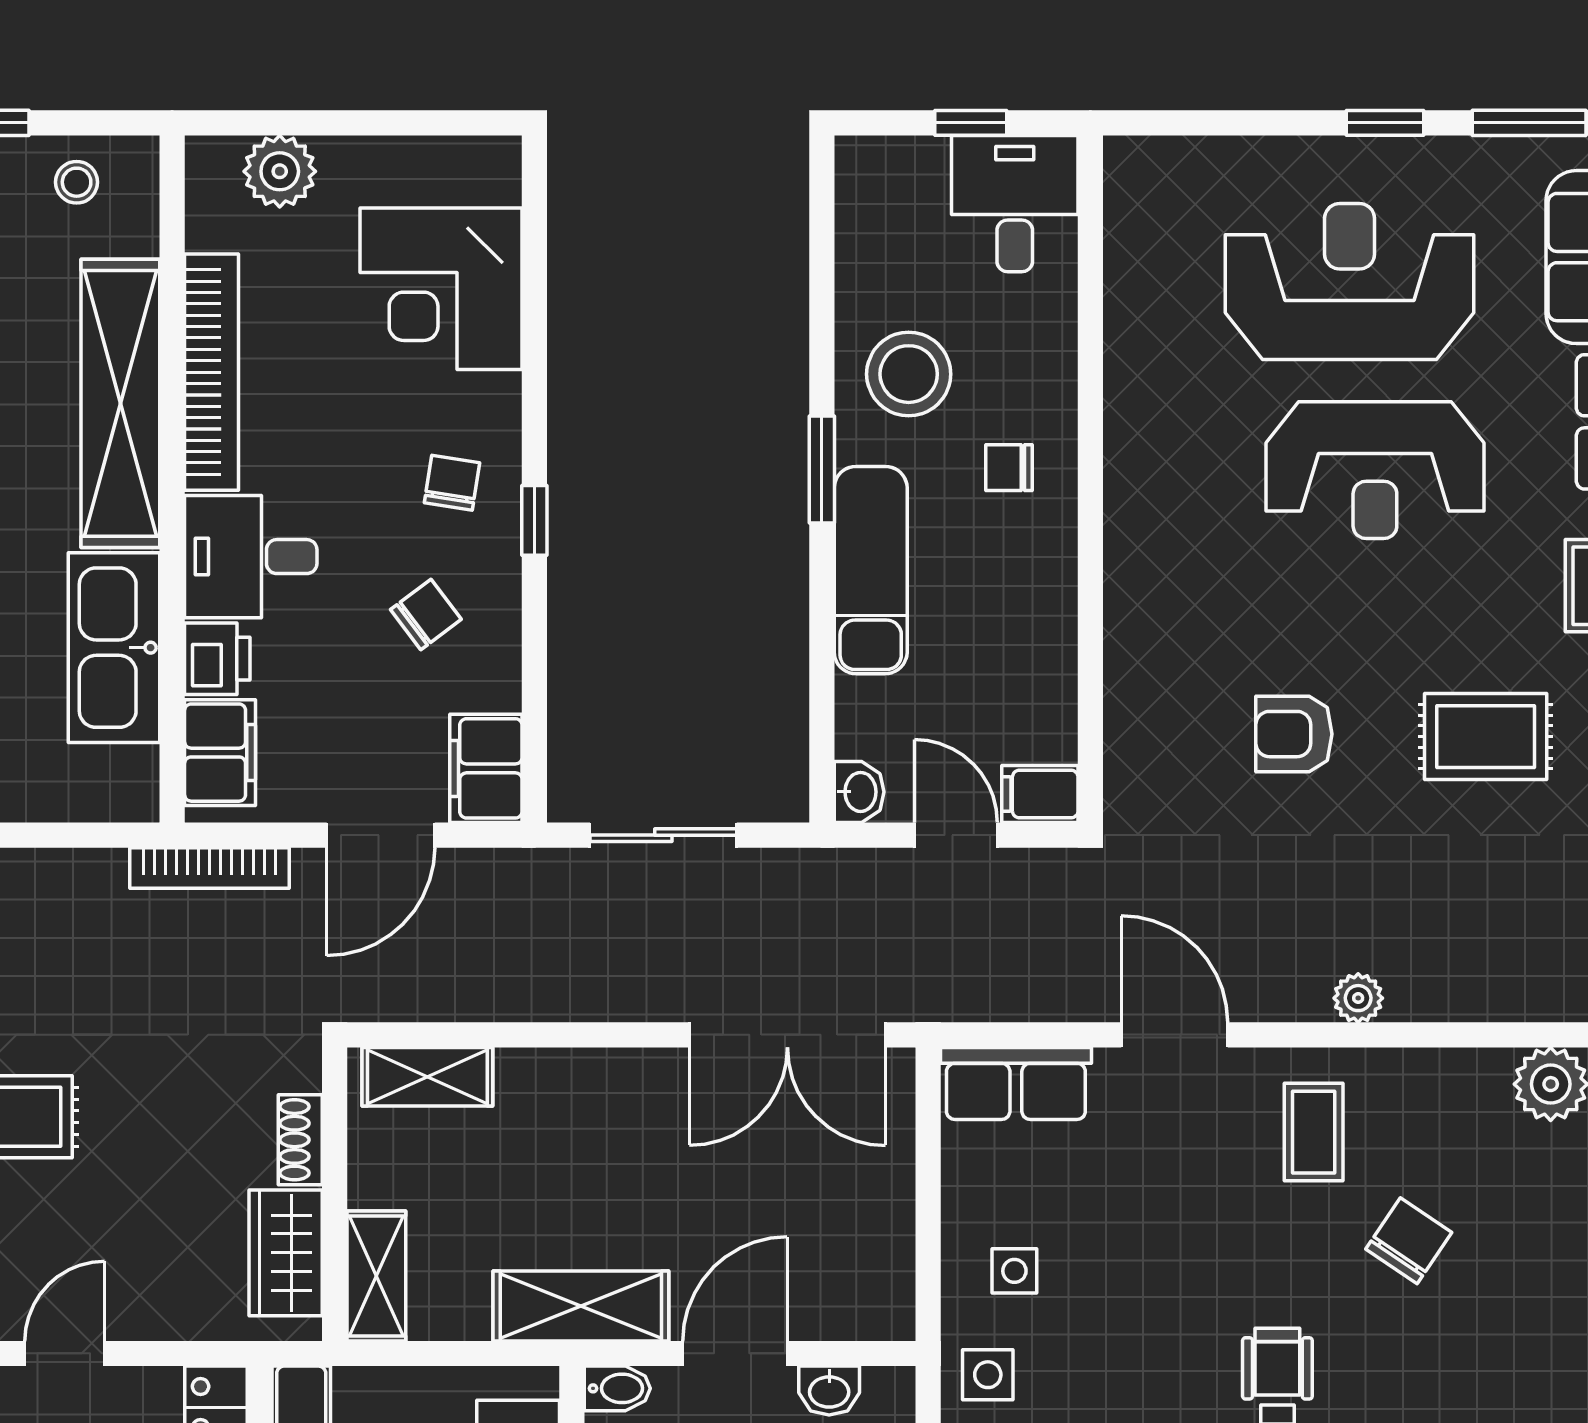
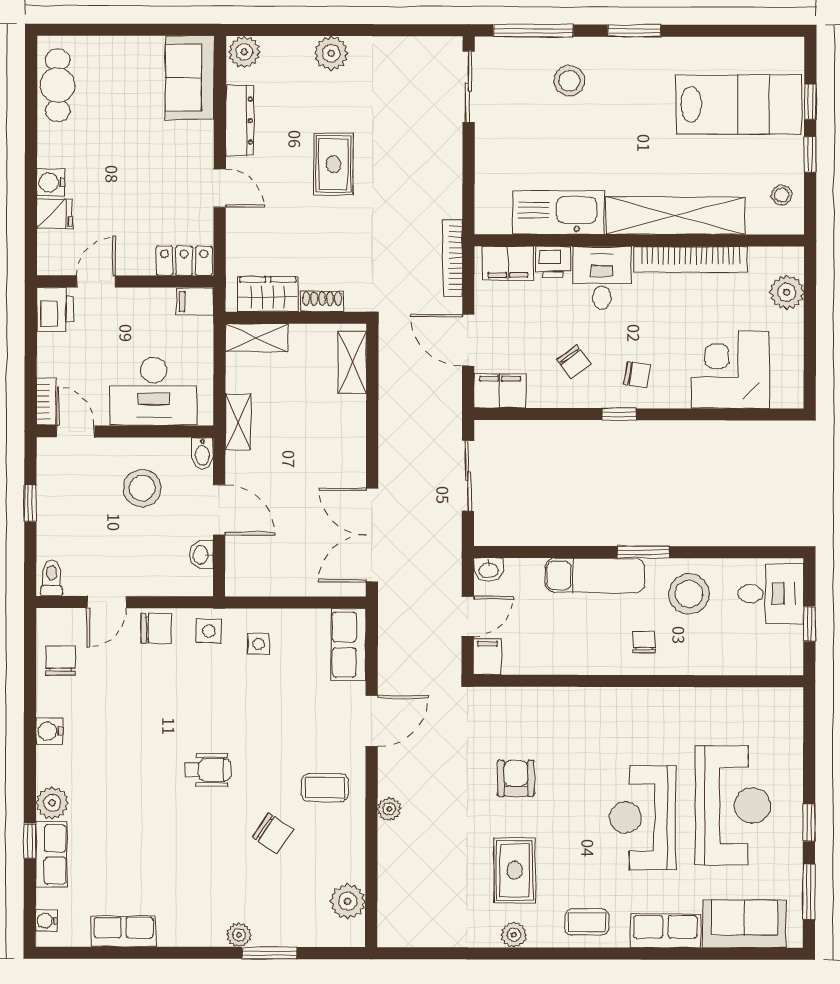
desk: (1015, 204) -> (771, 594), moved
shelving: (581, 1306) -> (238, 422), width x0.67, depth x0.75

